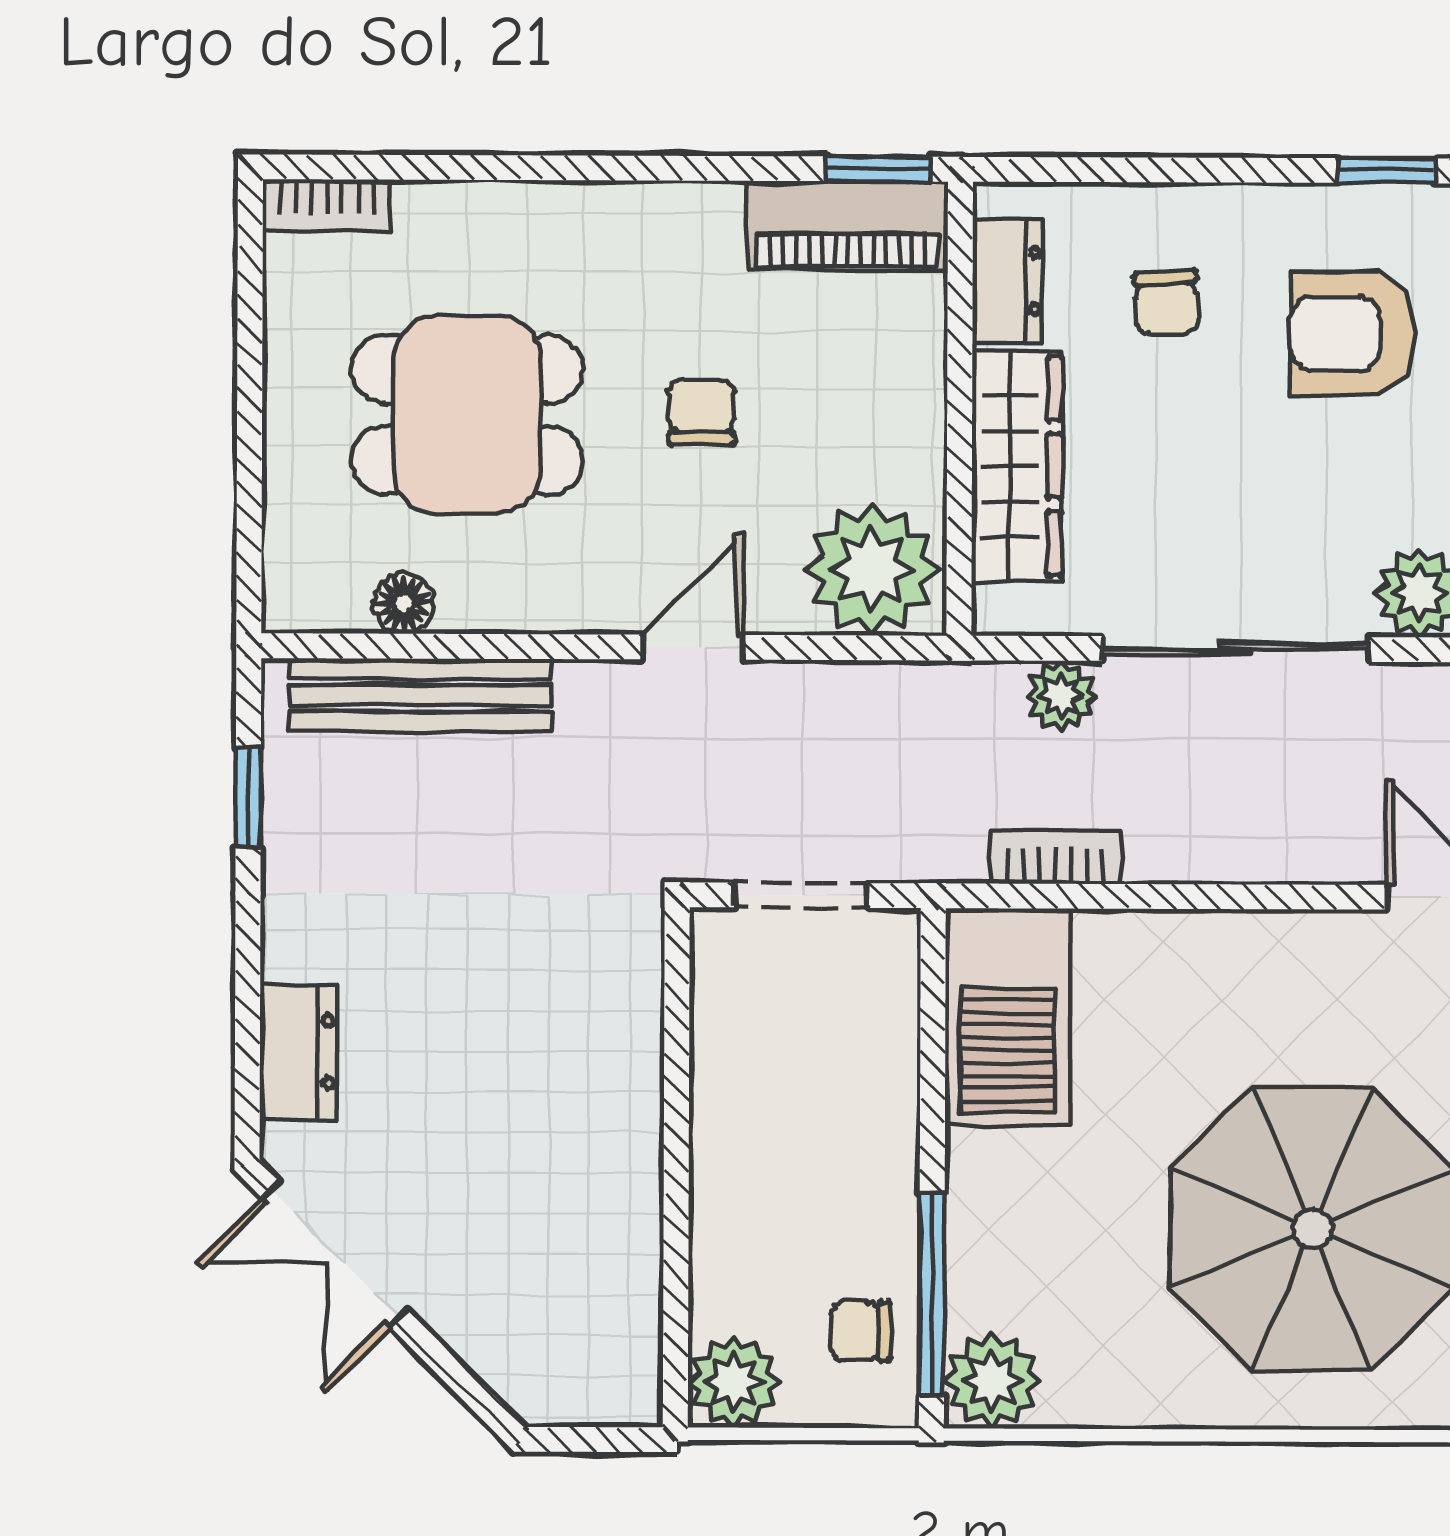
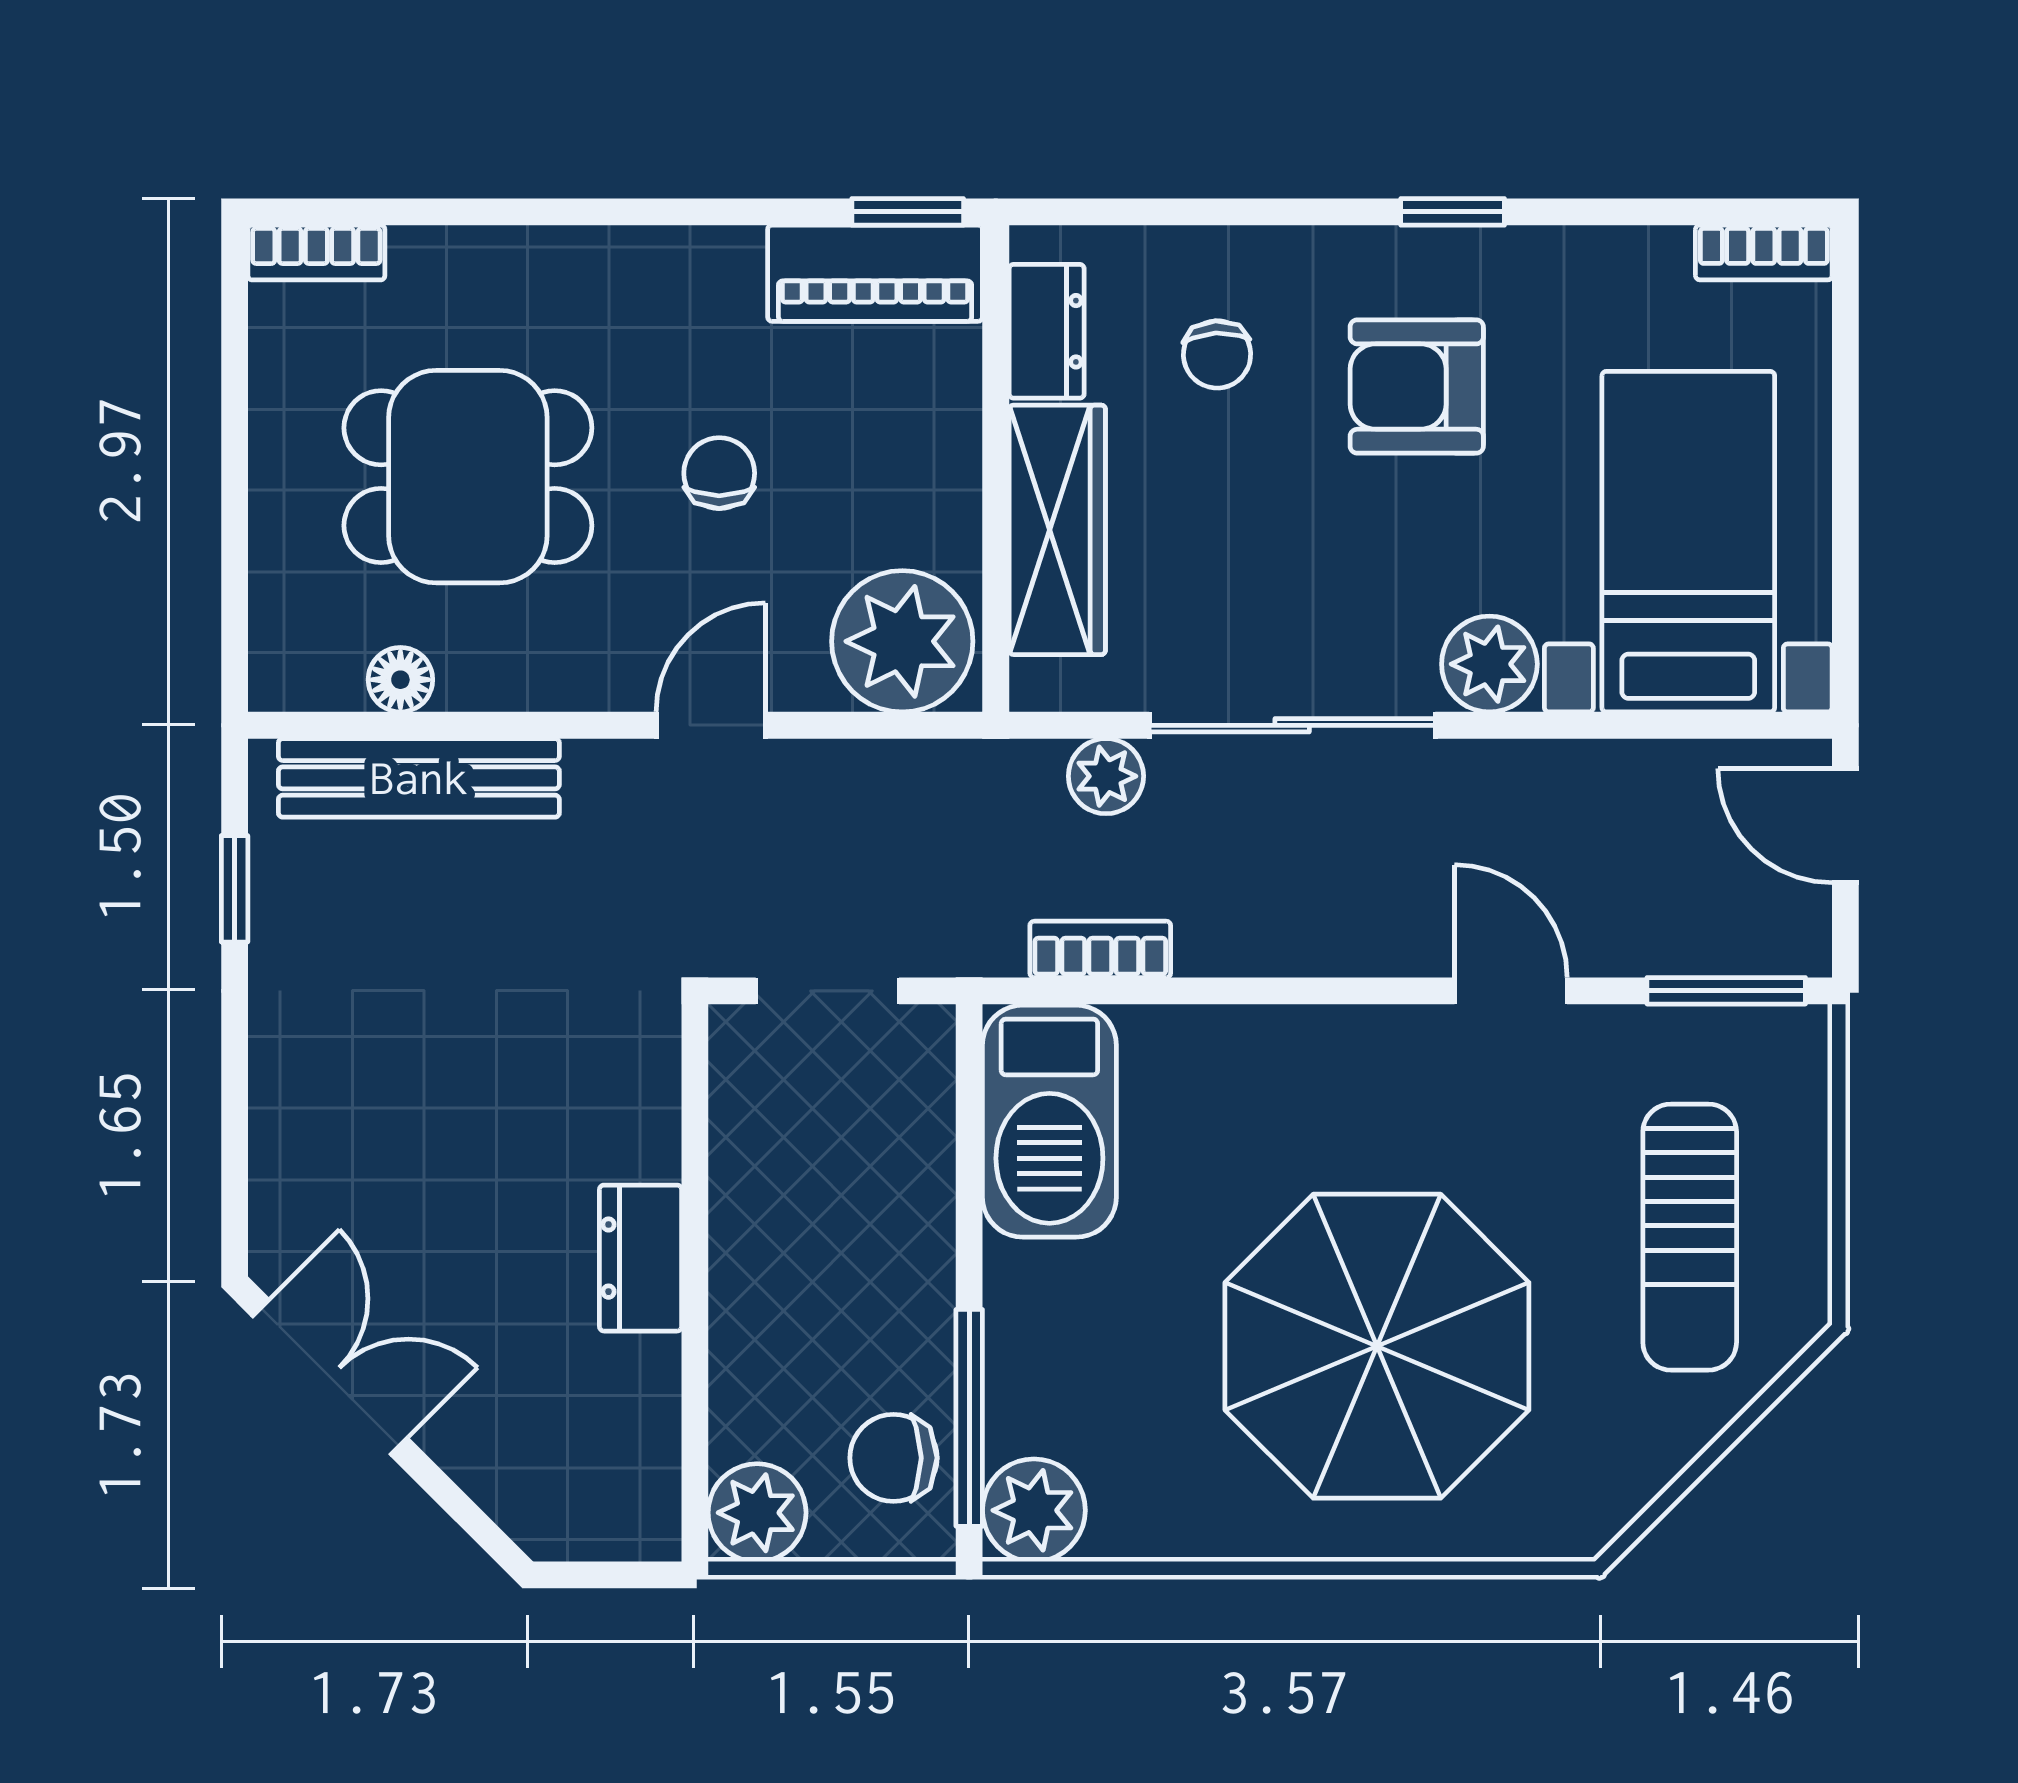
dresser: (298, 1052) -> (641, 1258), moved, turned 180
double door: (336, 1254) -> (330, 1377), swing flipped
chair: (861, 1331) -> (893, 1458), width x1.37, depth x1.37

